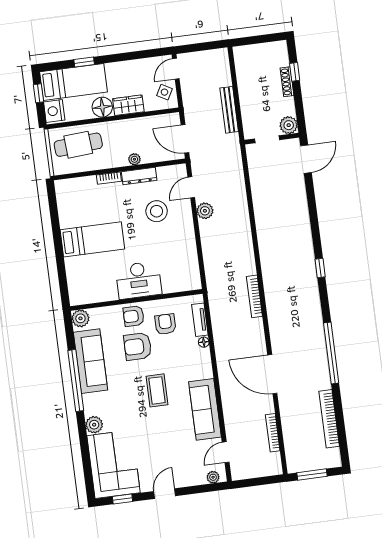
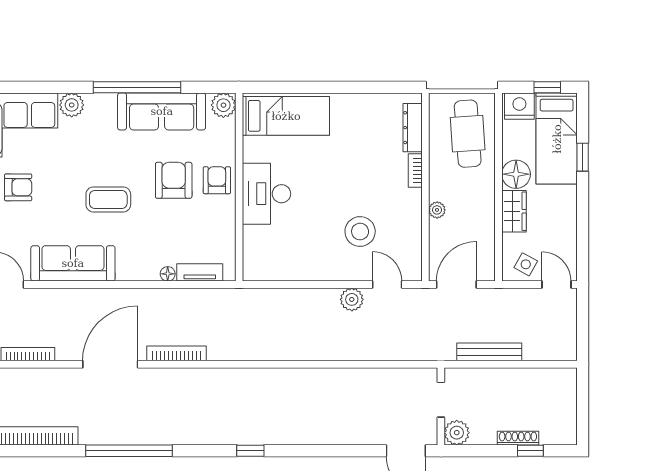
dresser: (139, 176) -> (413, 128), moved
bed: (92, 239) -> (286, 116), moved, turned -90
bookcase: (254, 296) -> (176, 353), moved
armchair: (165, 324) -> (18, 187), moved

